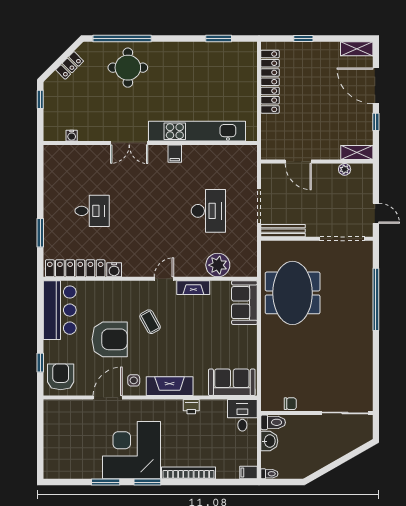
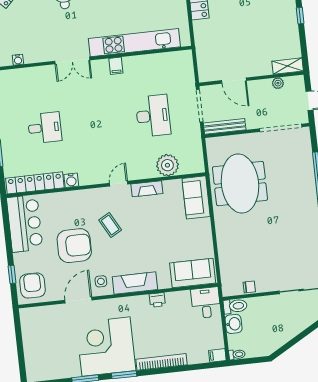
shelving: (357, 152) -> (288, 66), moved
door: (298, 162) -> (234, 81), moved
wall: (317, 162) -> (251, 79), moved
plant: (345, 169) -> (278, 83), moved

